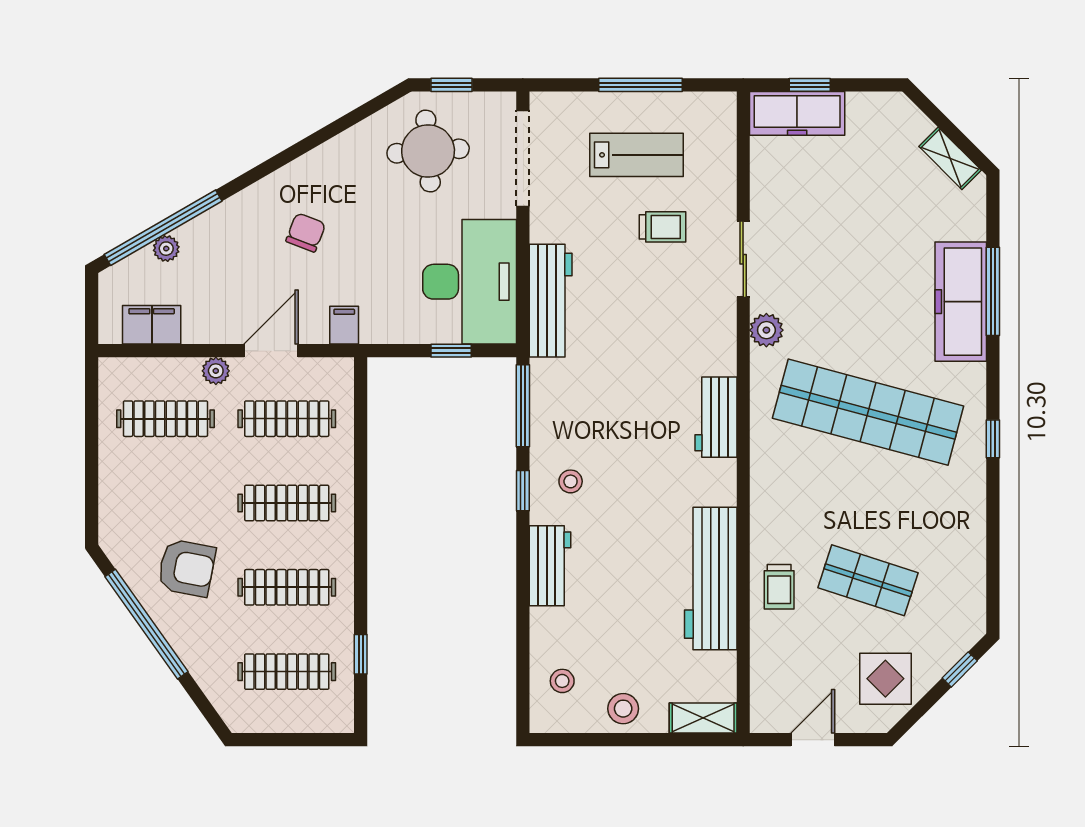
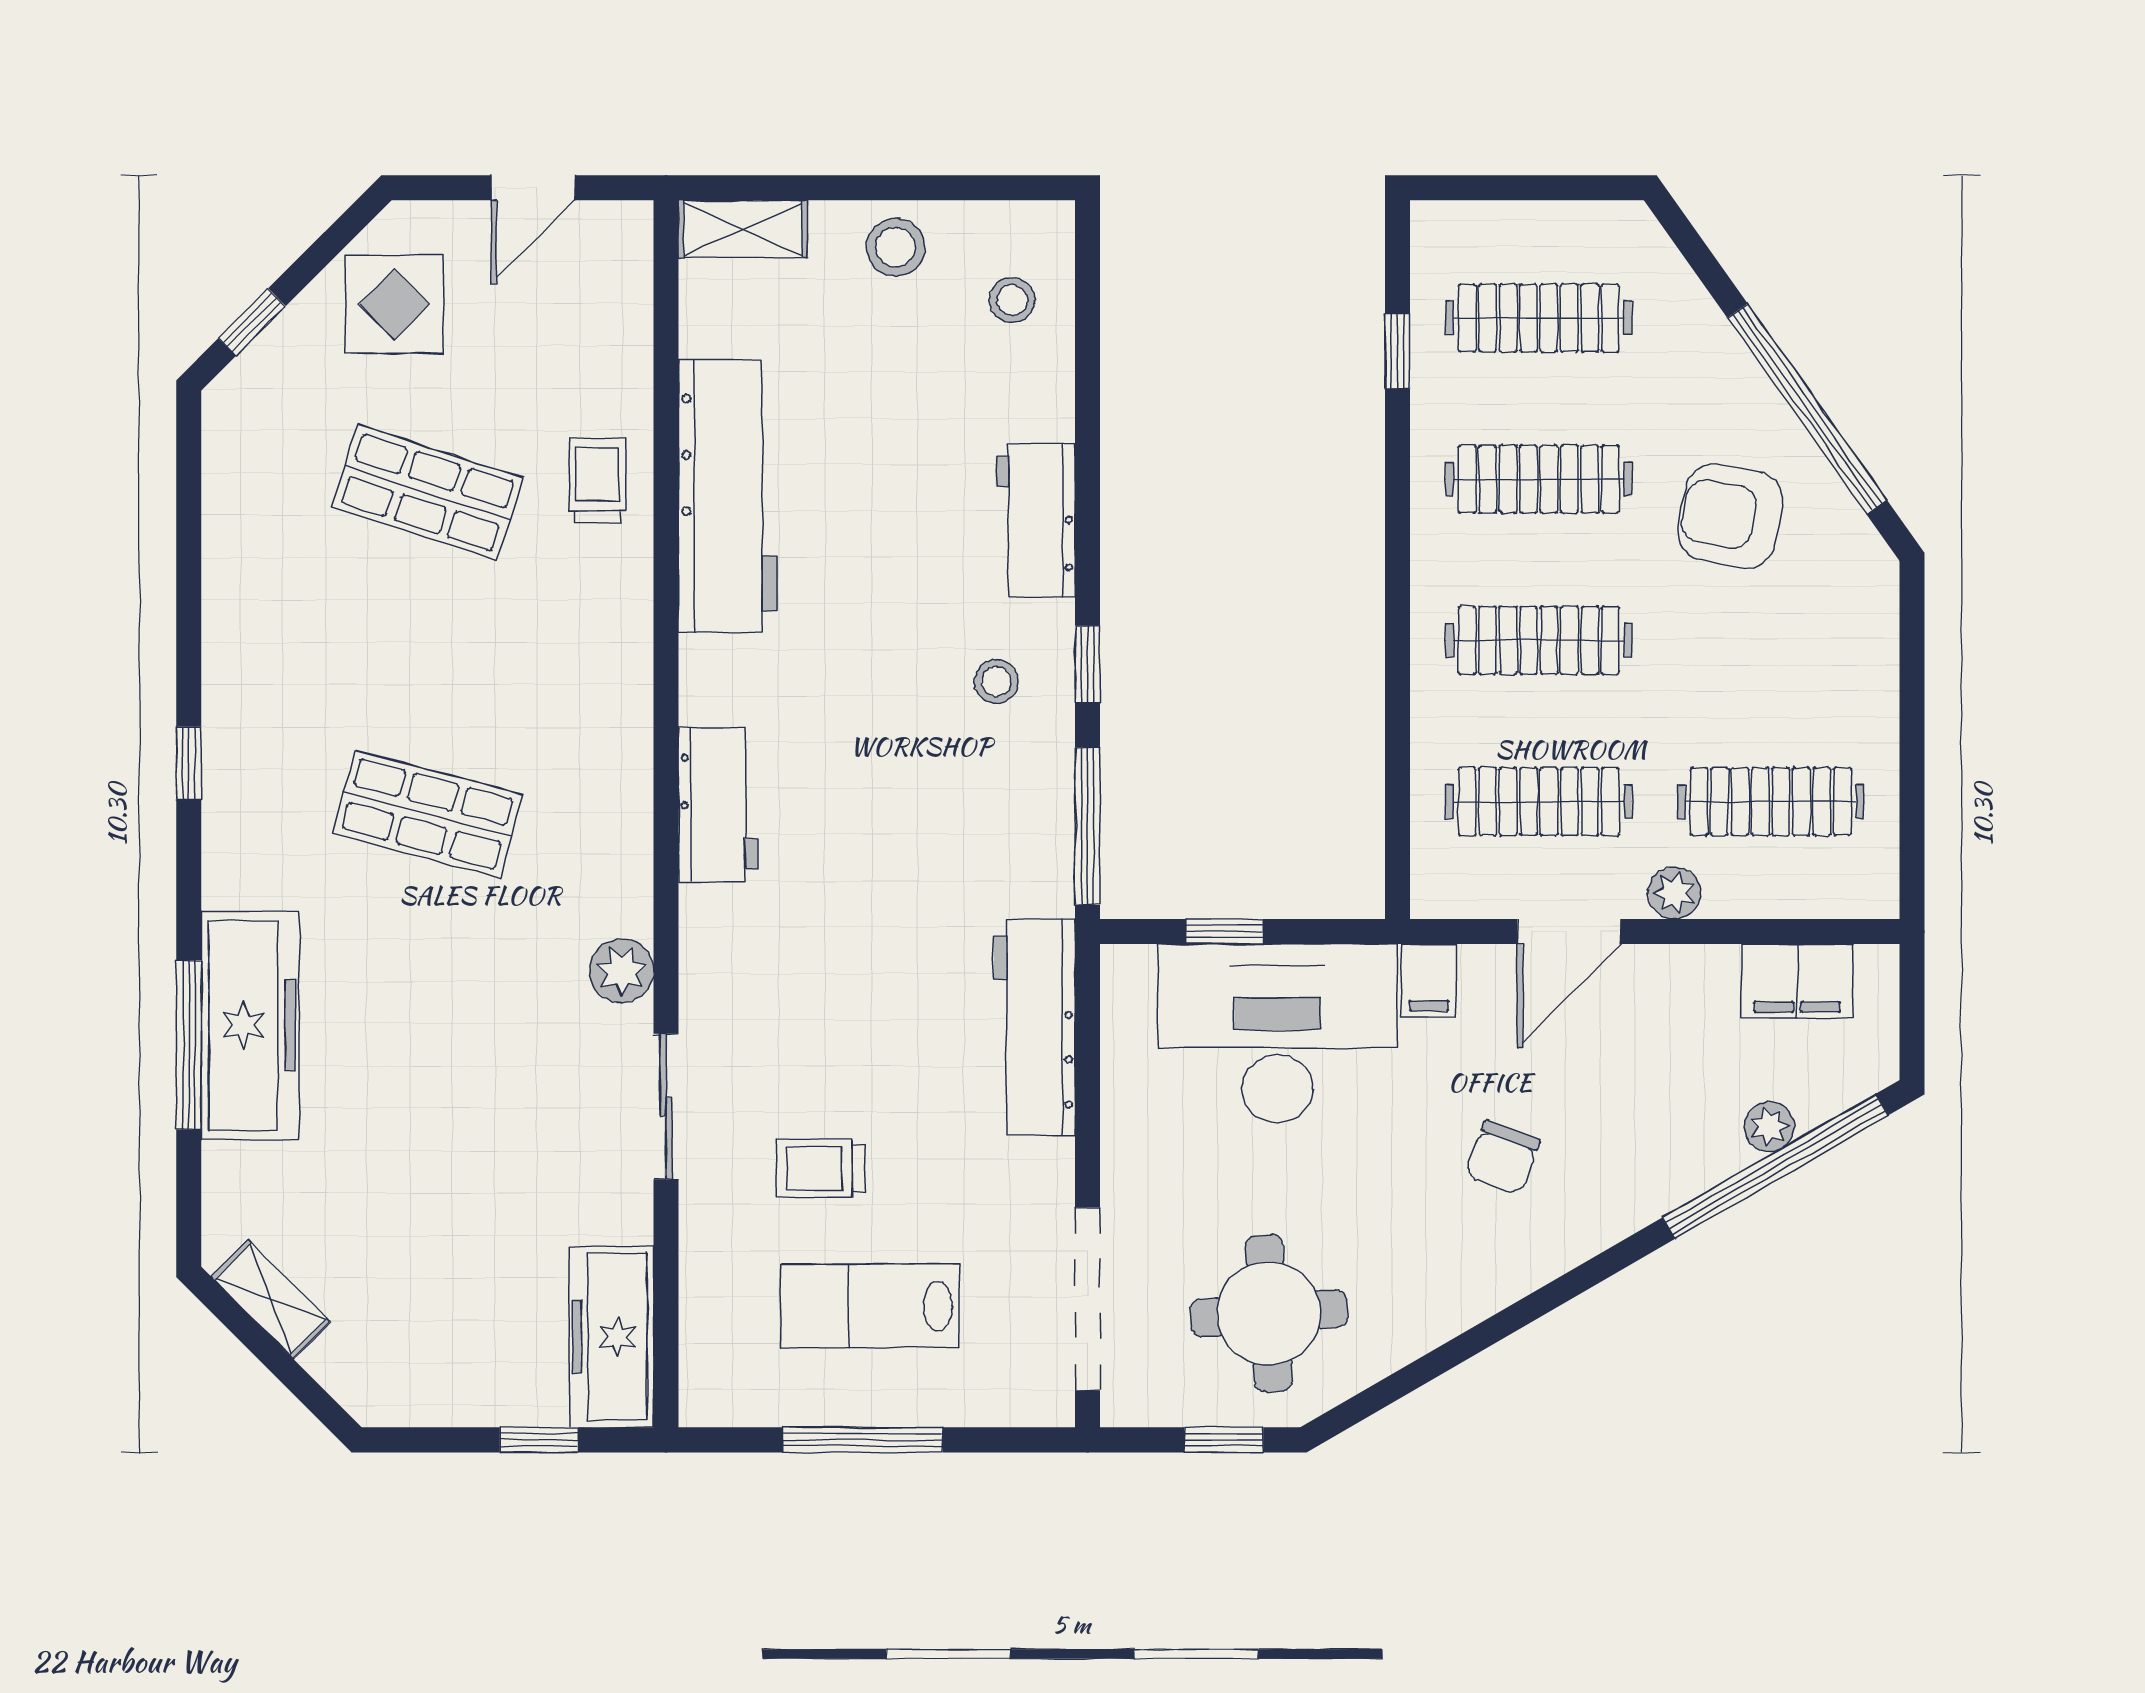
freezer: (797, 113) -> (612, 1337), moved, turned -90
desk: (470, 282) -> (1277, 1033), moved, turned 90
shop shelf: (868, 412) -> (427, 814), width x0.50, depth x0.74

